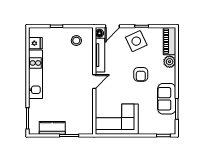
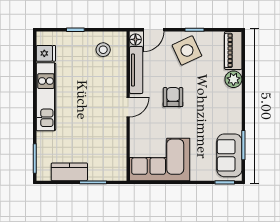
armchair: (141, 74) -> (173, 97), moved, turned 180
sofa: (167, 99) -> (229, 155), moved

